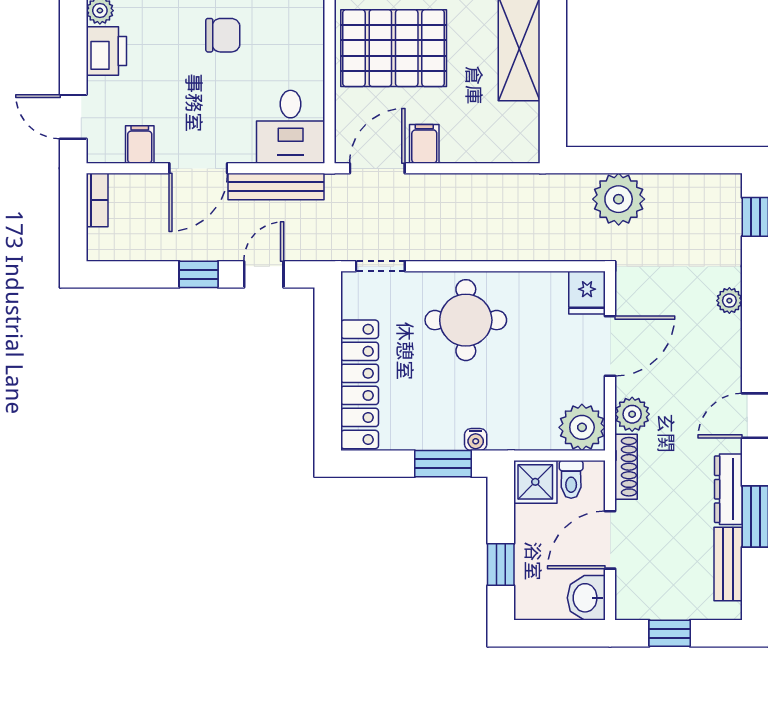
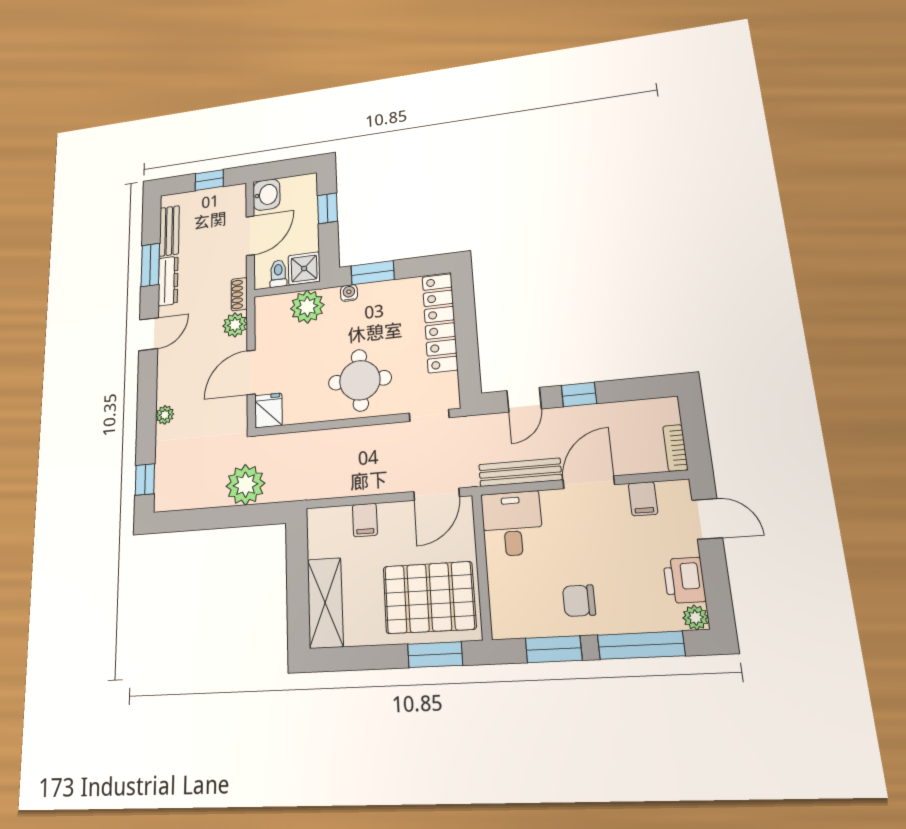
filing cabinet: (424, 144) -> (365, 520), moved
plant: (582, 427) -> (307, 307), moved
shoe rack: (626, 467) -> (239, 294), width x0.70

